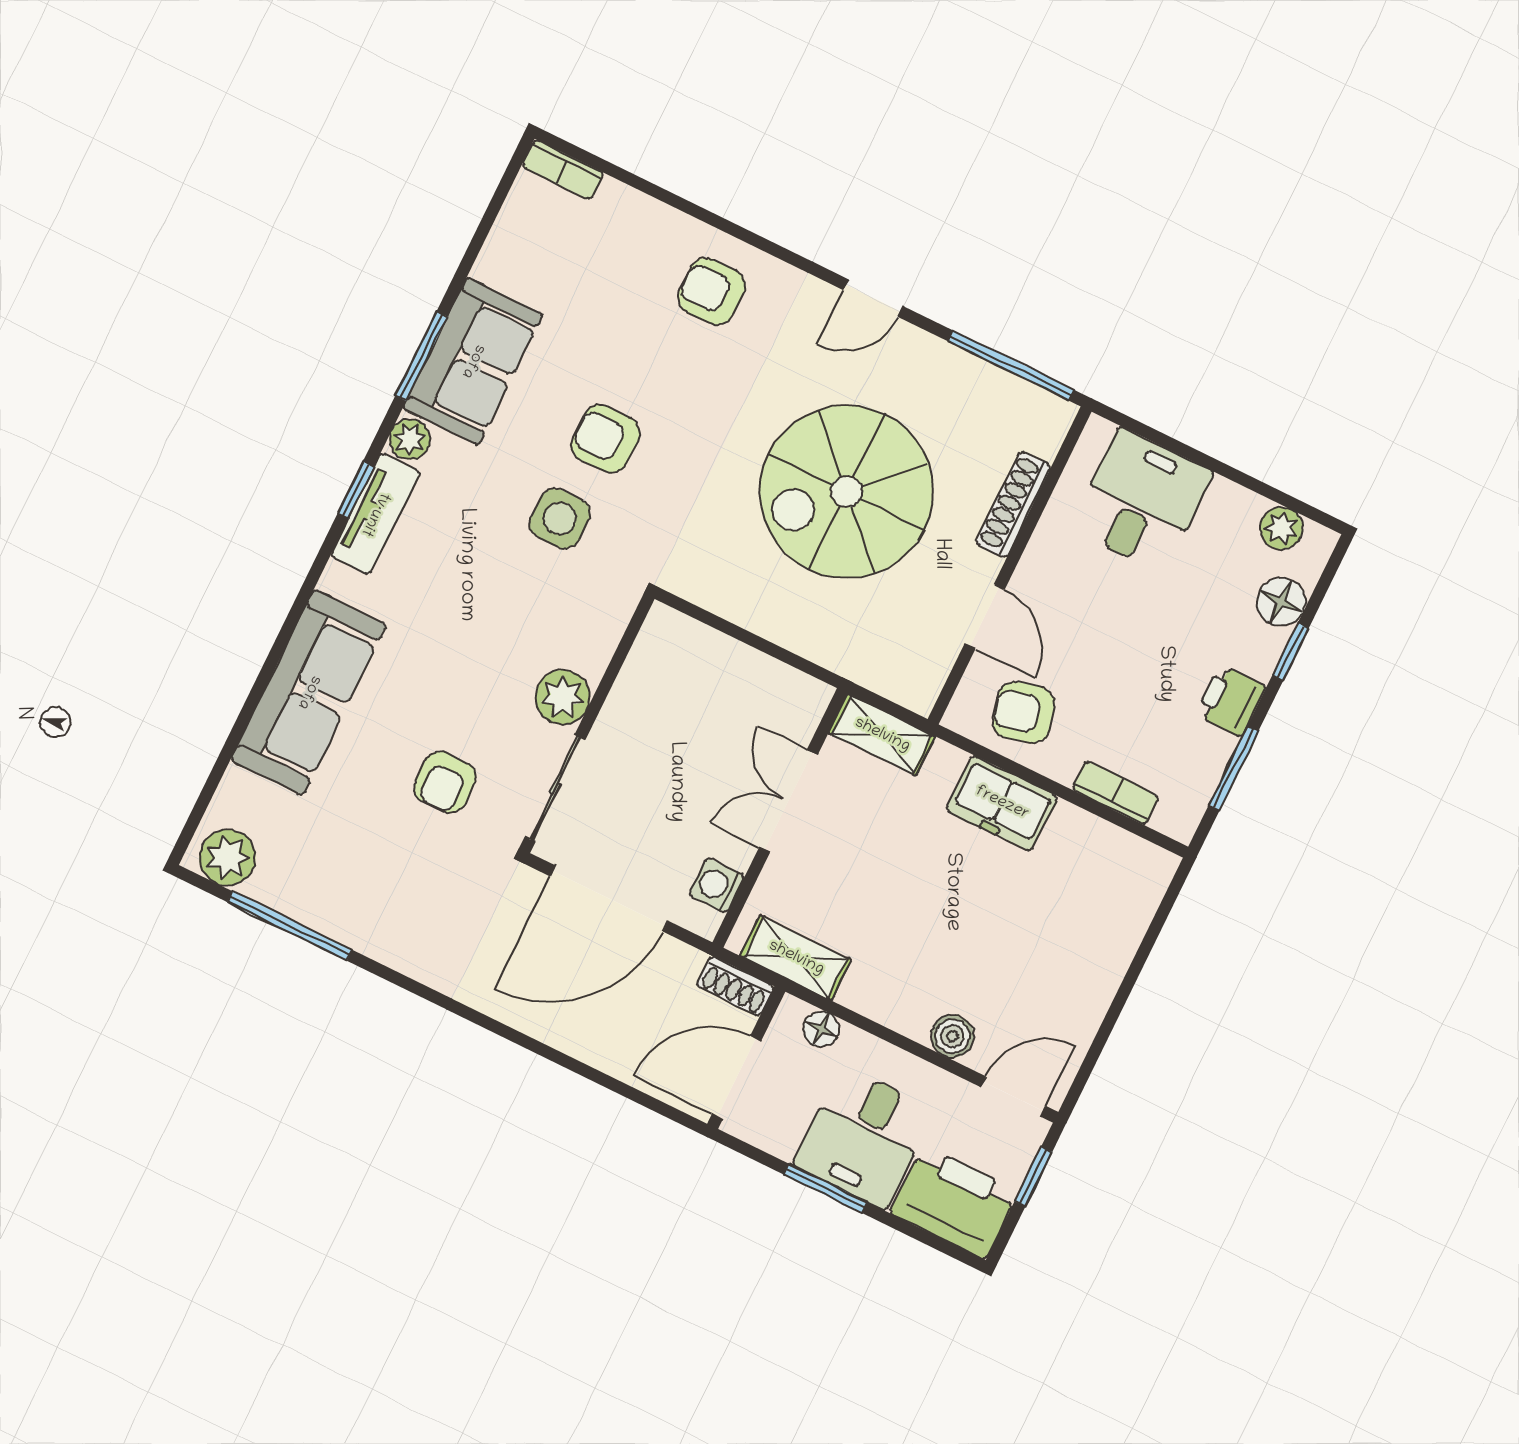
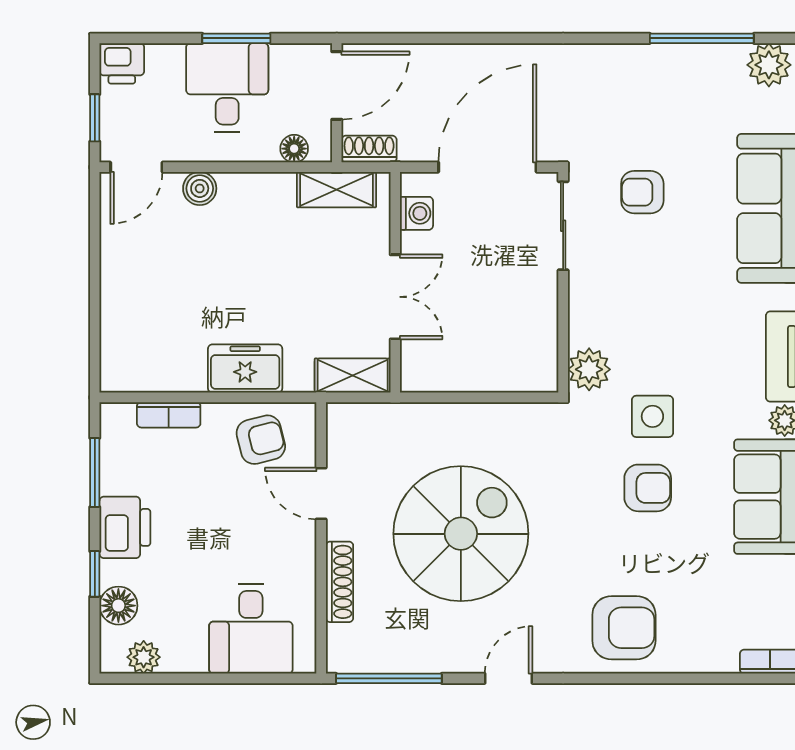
armchair: (712, 291) -> (624, 628), width x1.38, depth x1.38
plant: (563, 697) -> (589, 369), moved
printer: (1231, 700) -> (125, 527), width x1.36, depth x1.24
armchair: (445, 782) -> (642, 192), turned -90
printer: (955, 1202) -> (122, 63), width x0.53, depth x0.68

